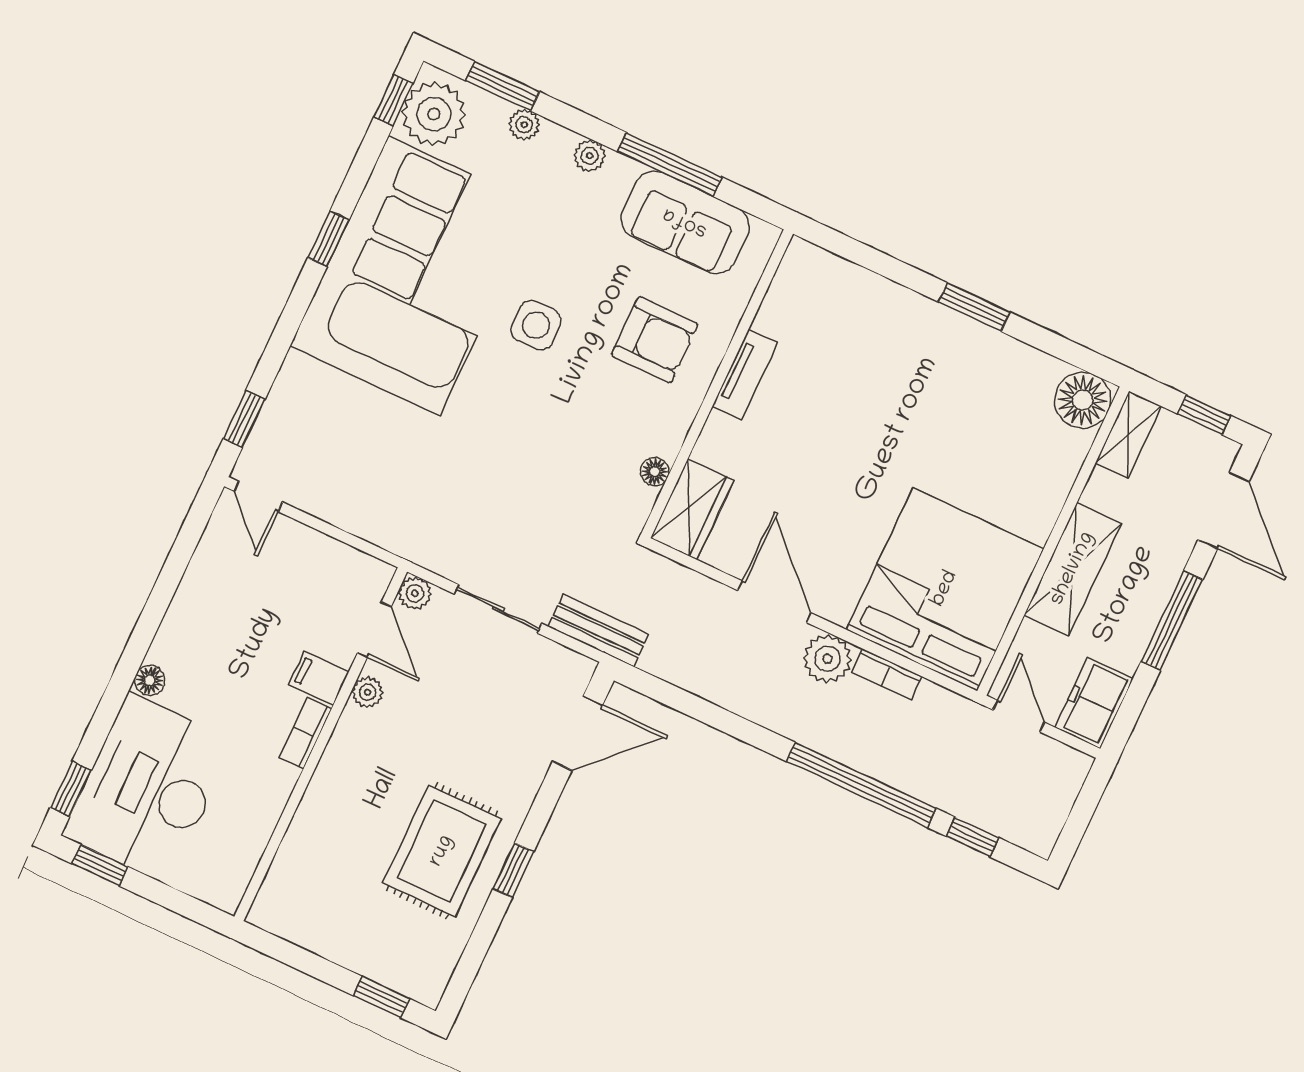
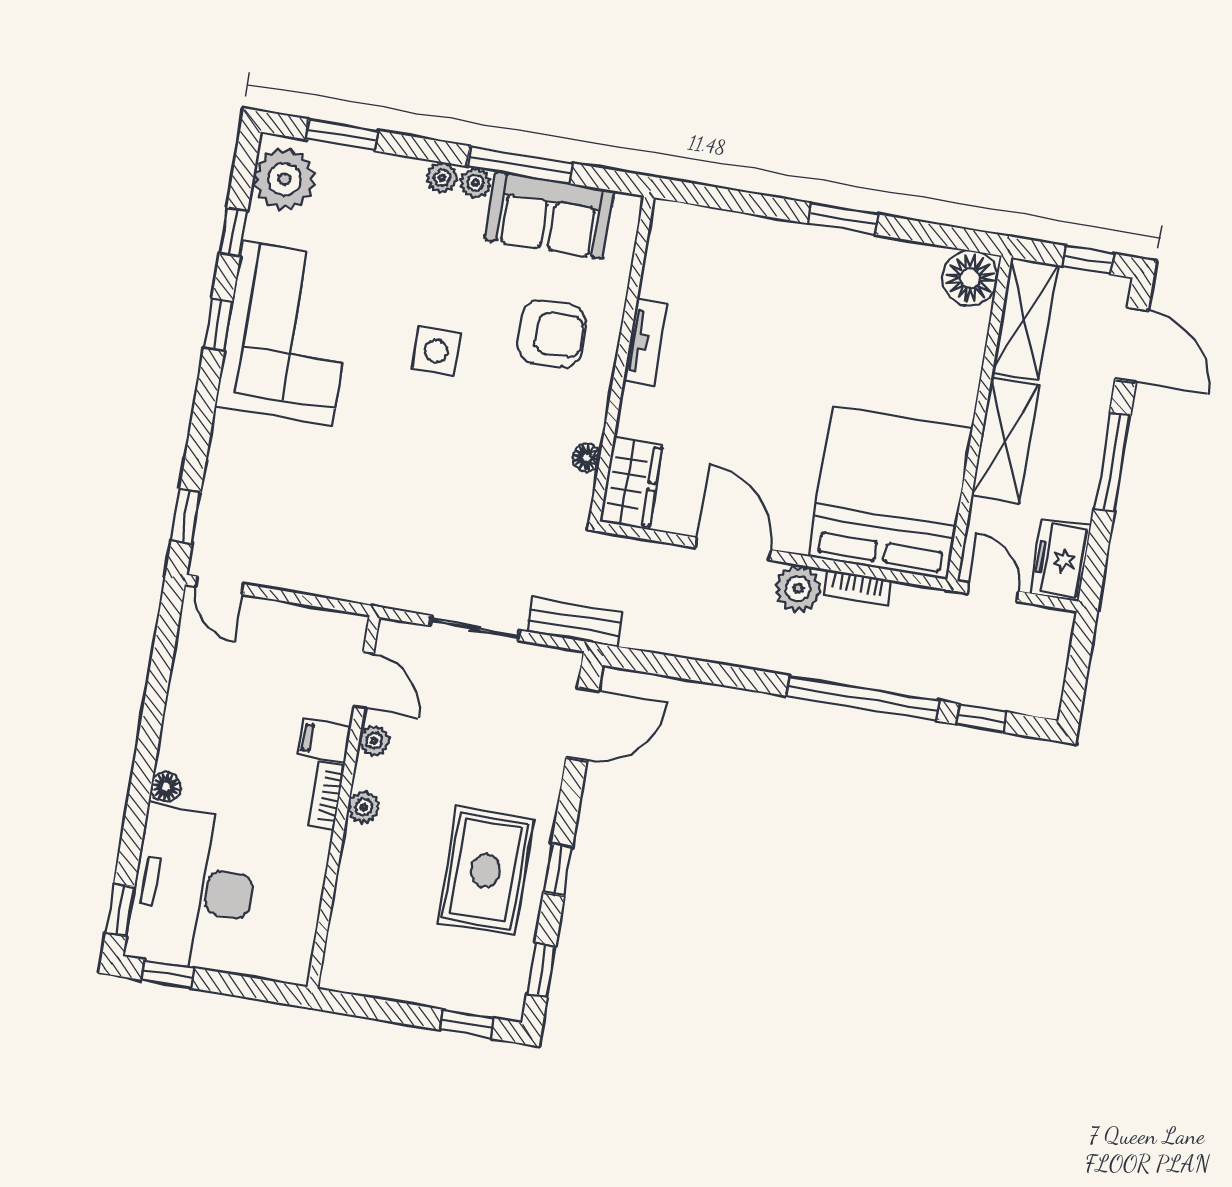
window: (393, 100) -> (234, 232), moved
plant: (524, 125) -> (475, 183), moved
corner sofa: (414, 276) -> (287, 333), width x0.73, depth x0.74
shelving: (1128, 435) -> (1025, 319), width x1.50, depth x1.33
plant: (415, 593) -> (364, 807), moved
window: (469, 964) -> (541, 970), added

